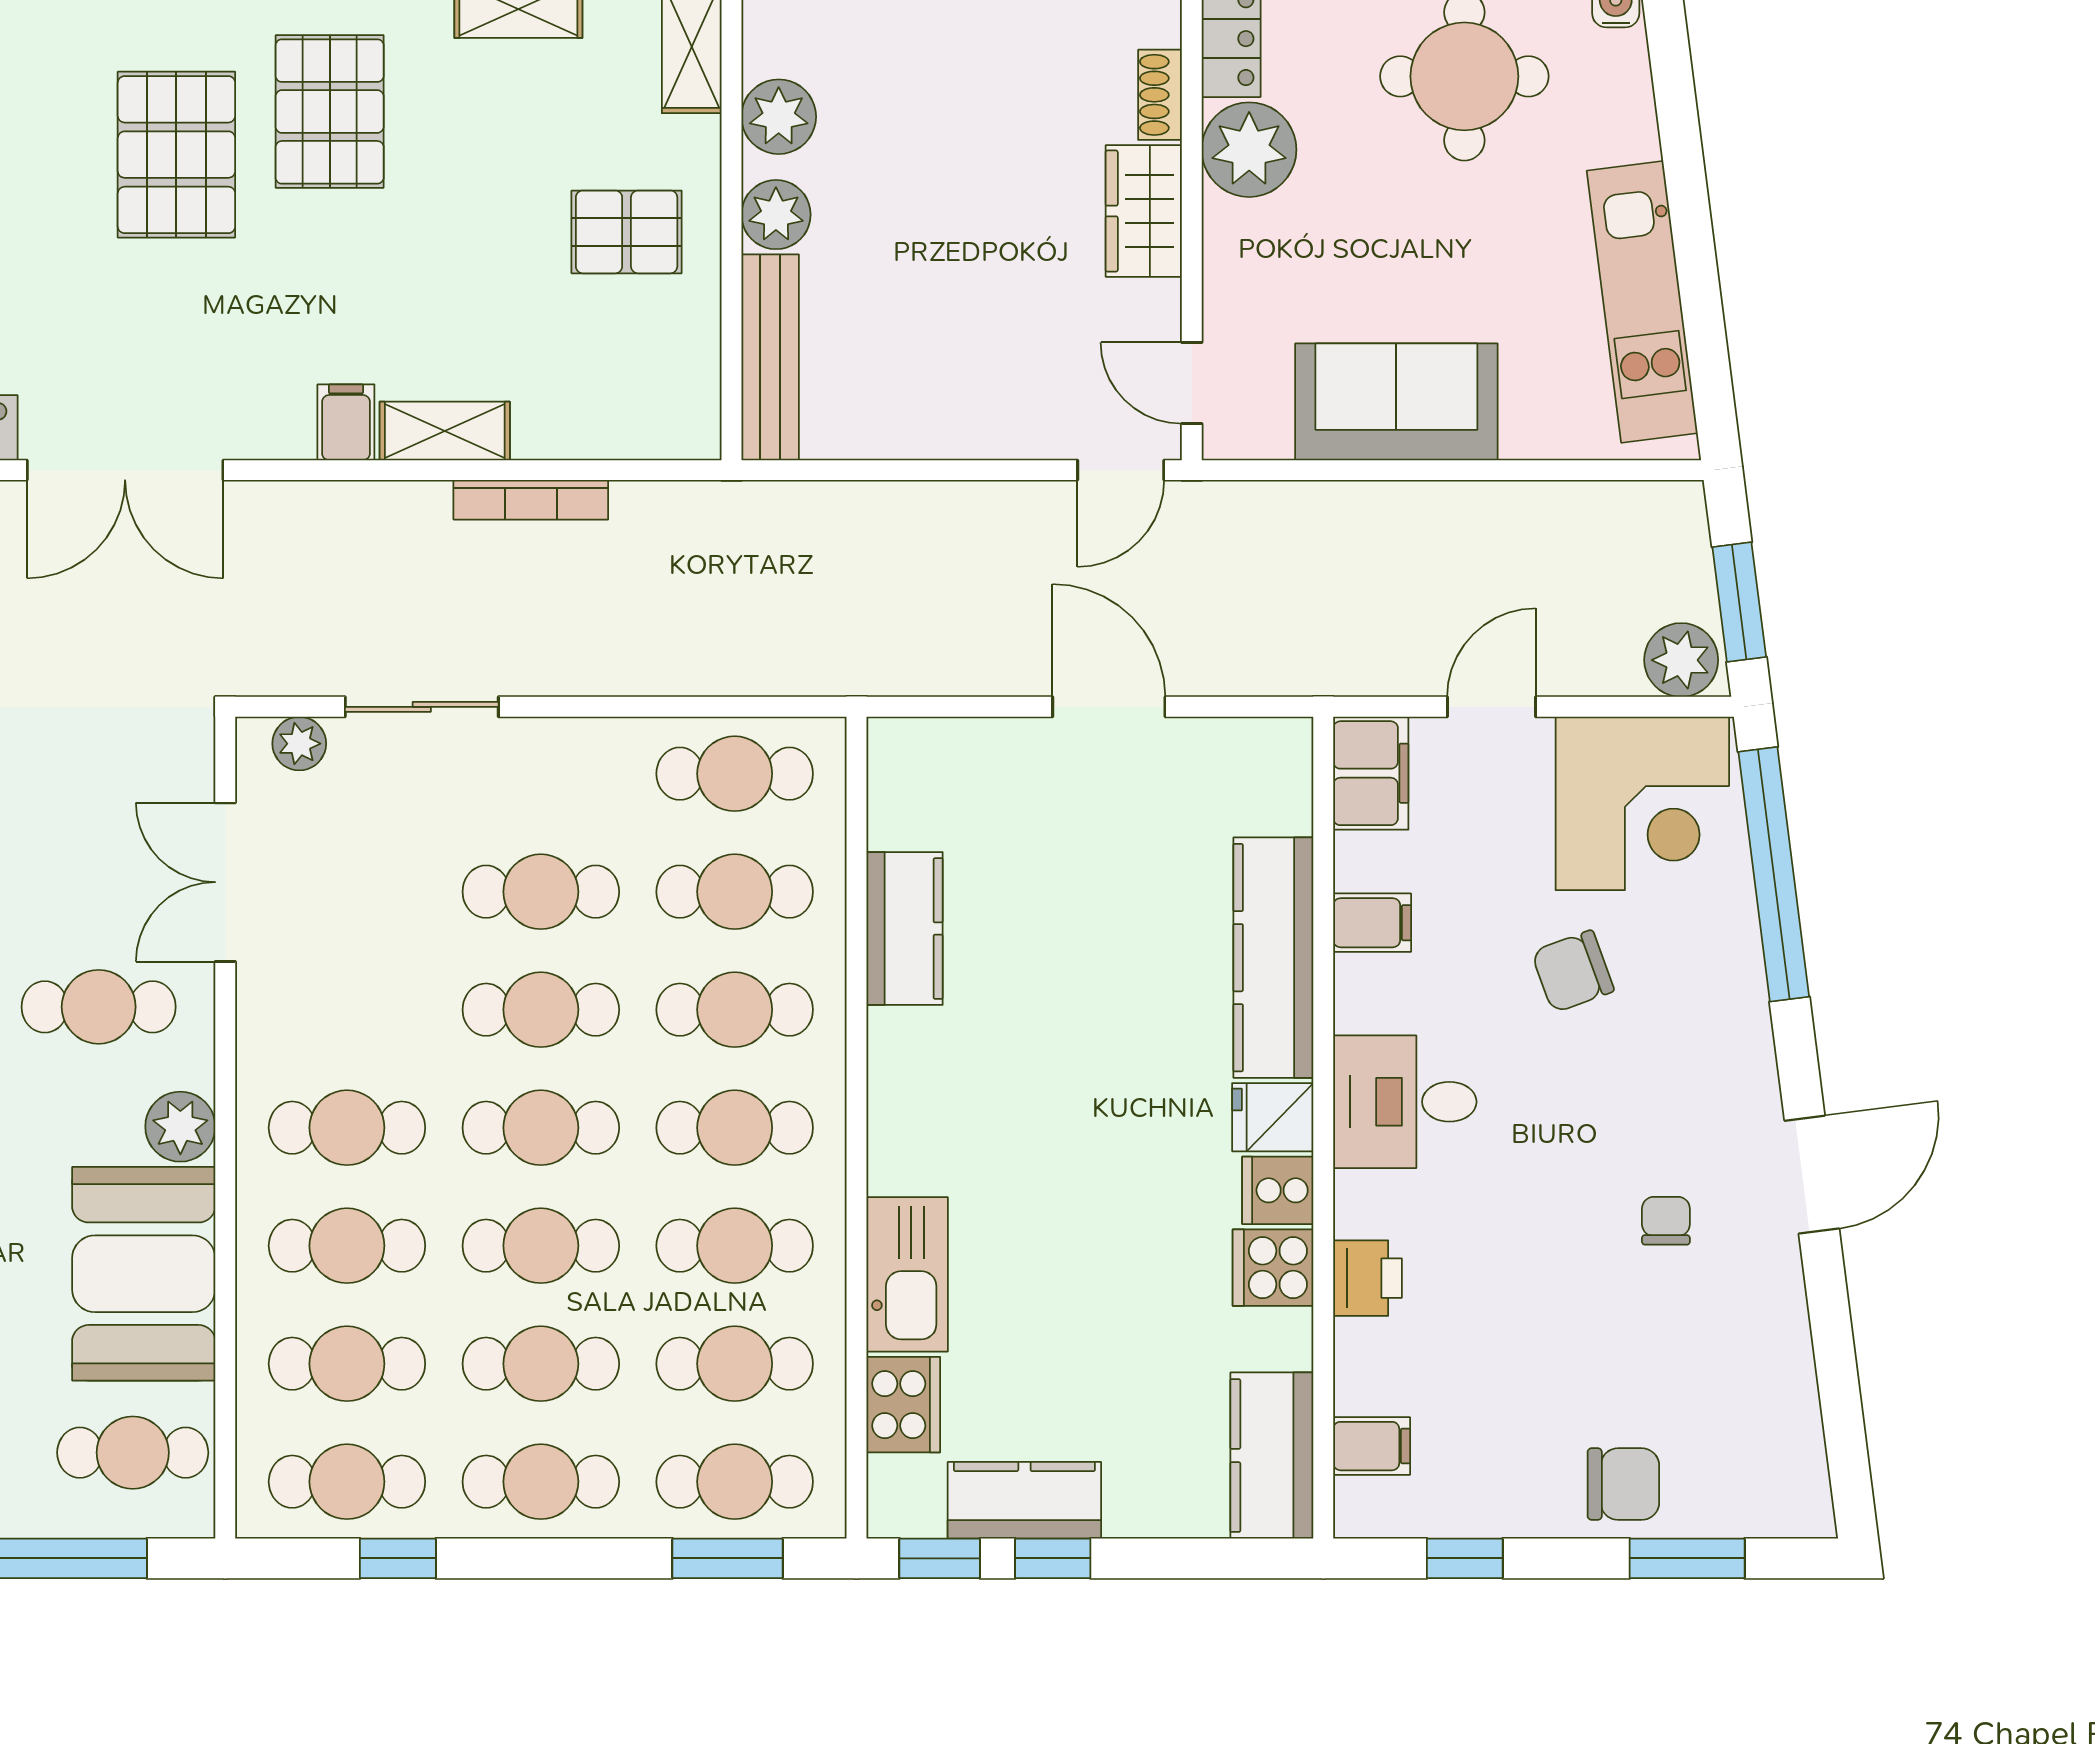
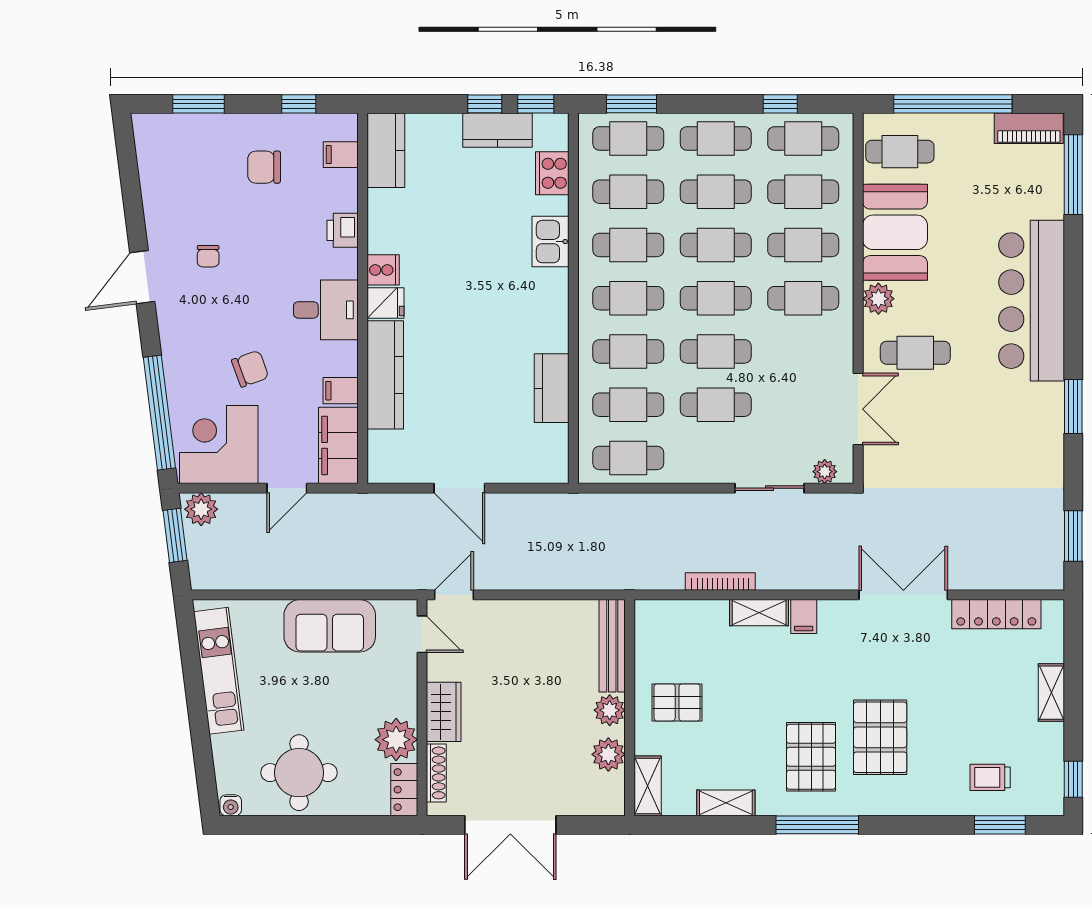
shoe rack: (1160, 95) -> (436, 773), width x1.43
filing cabinet: (1371, 773) -> (338, 445), width x1.50, depth x1.17
cooker: (1273, 1268) -> (385, 235), removed
kitchen sink: (907, 1274) -> (550, 242), width x0.73
chair: (1623, 1484) -> (264, 167), moved

